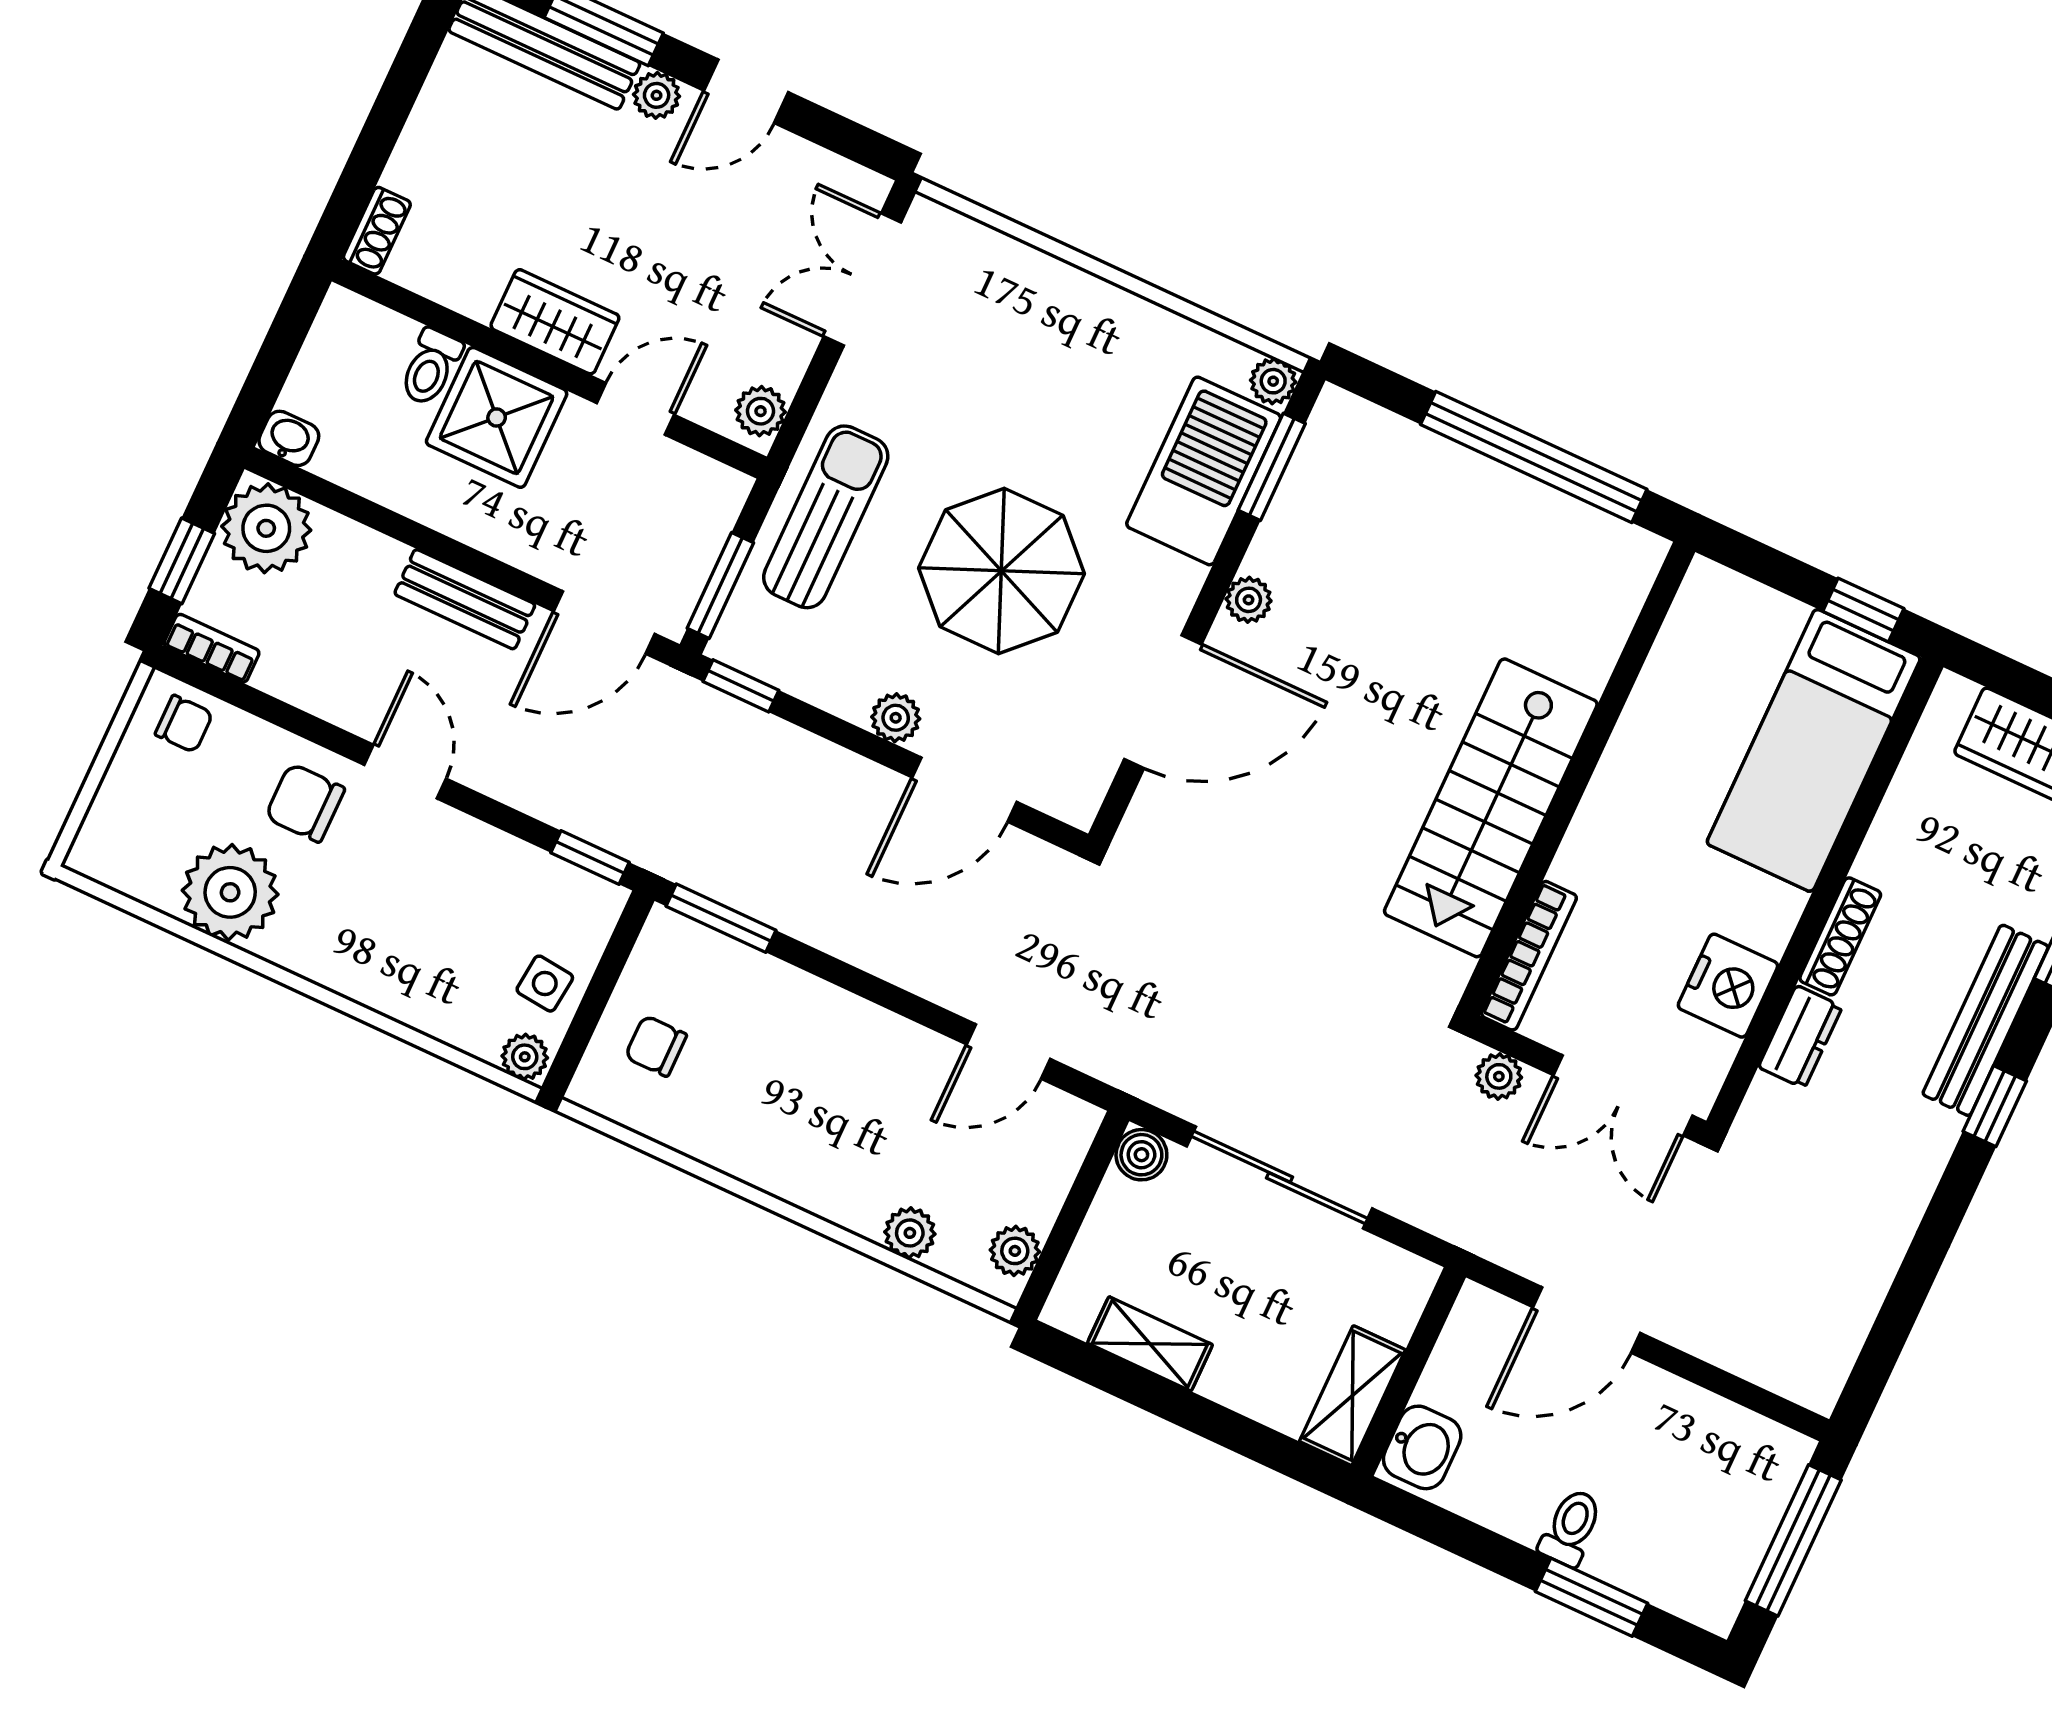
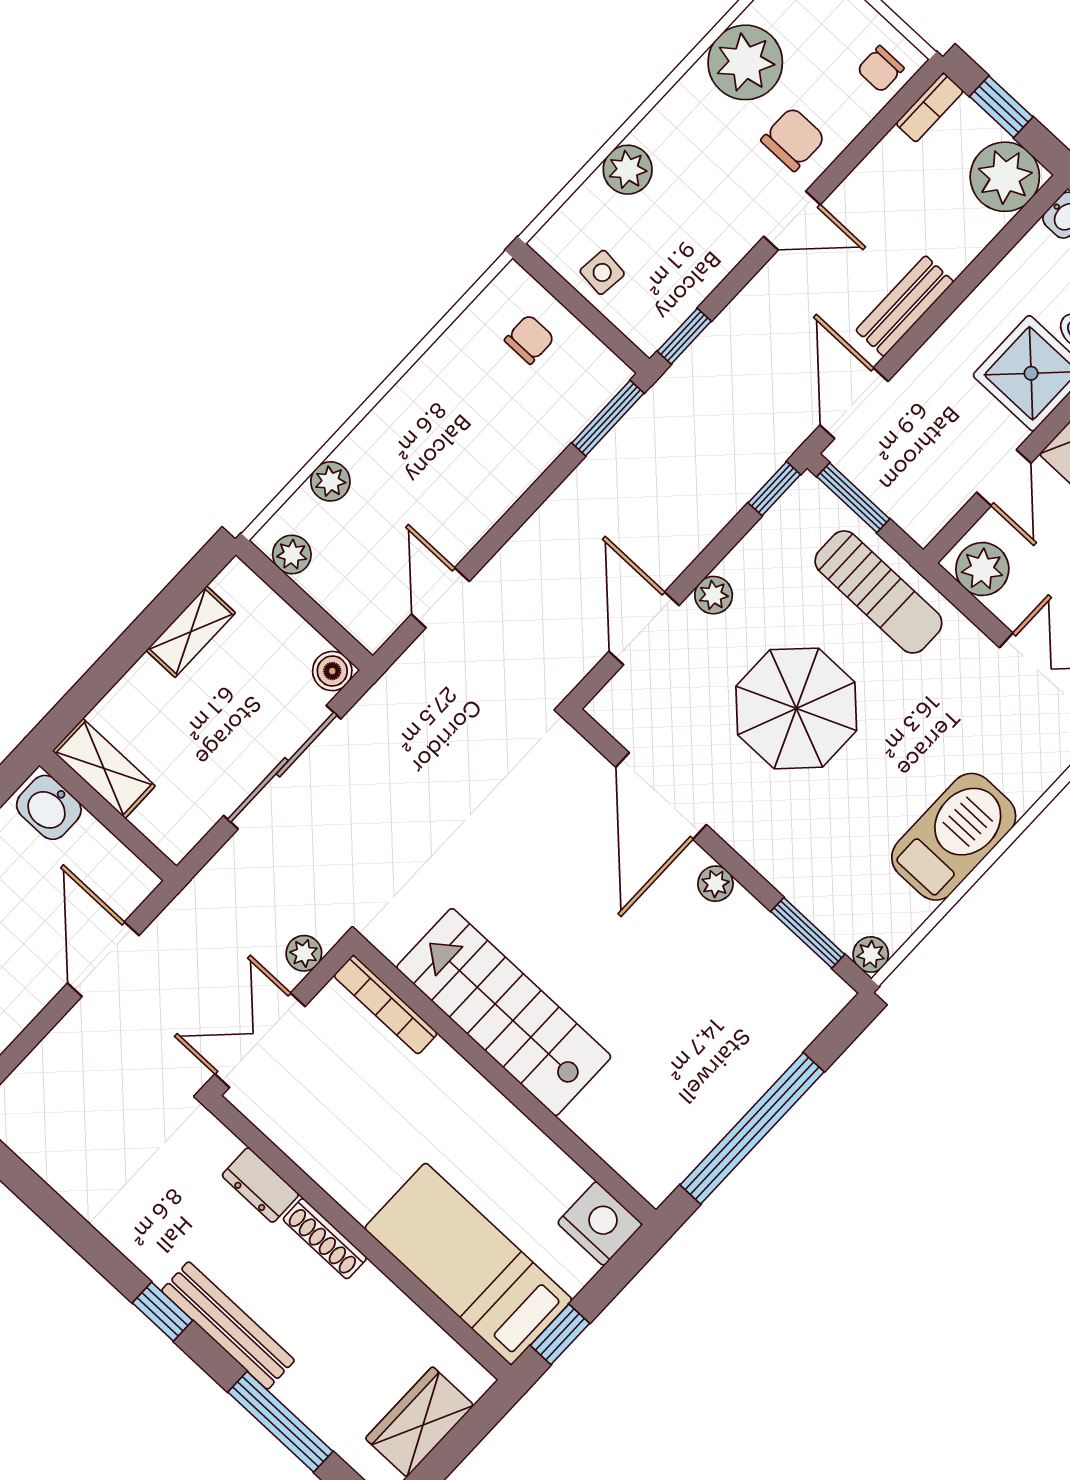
plant: (761, 411) -> (982, 569), width x1.38, depth x1.38
barbecue: (1204, 471) -> (954, 837), moved, turned -90
nightstand: (1728, 986) -> (600, 1224), moved, turned 180
plant: (525, 1057) -> (628, 170), moved, width x1.38, depth x1.38

